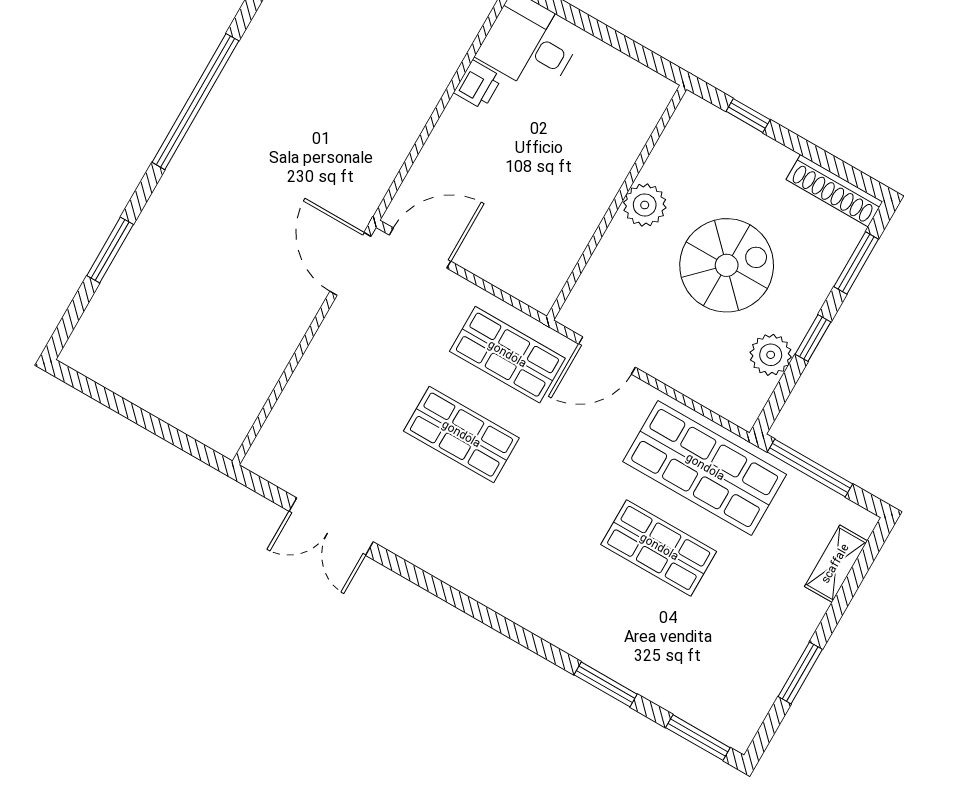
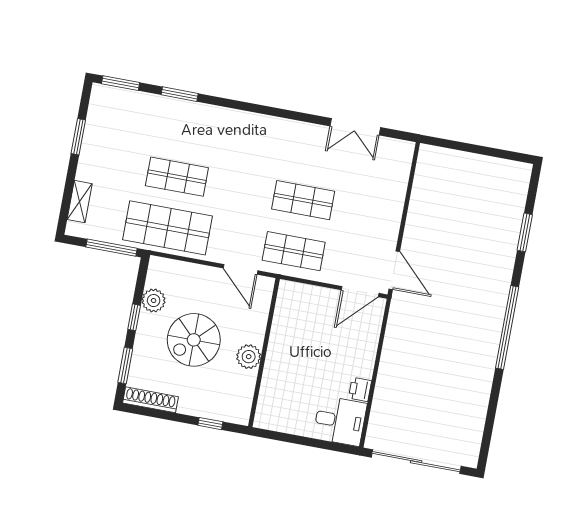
door: (607, 356) -> (241, 269), swing flipped
double door: (331, 527) -> (355, 127), swing flipped

